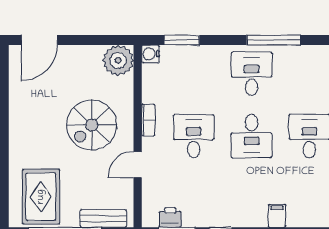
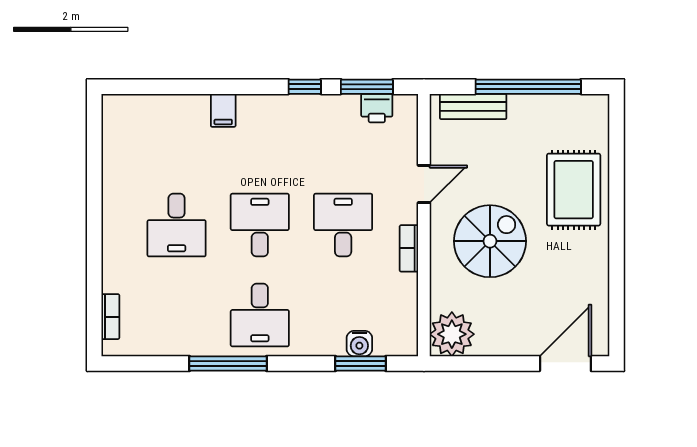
water cooler: (150, 54) -> (359, 344), moved, turned 90
desk: (194, 136) -> (343, 225), turned 180
rug: (41, 197) -> (574, 190), moved

